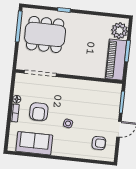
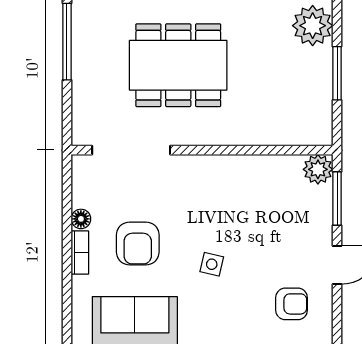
dining table: (45, 34) -> (178, 65), moved
piano: (116, 60) -> (312, 97), removed
plant: (115, 89) -> (318, 169), added

